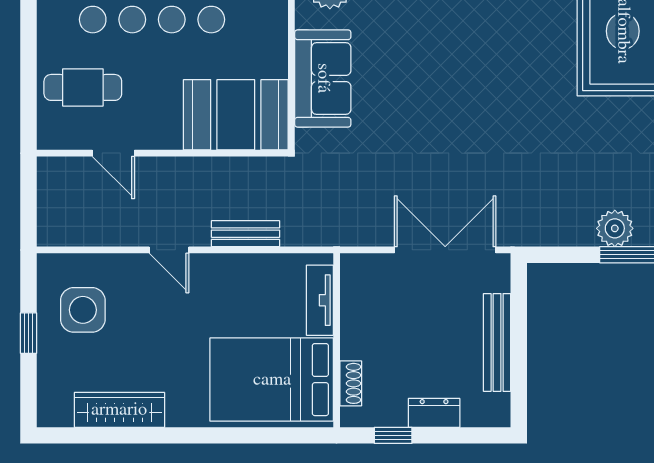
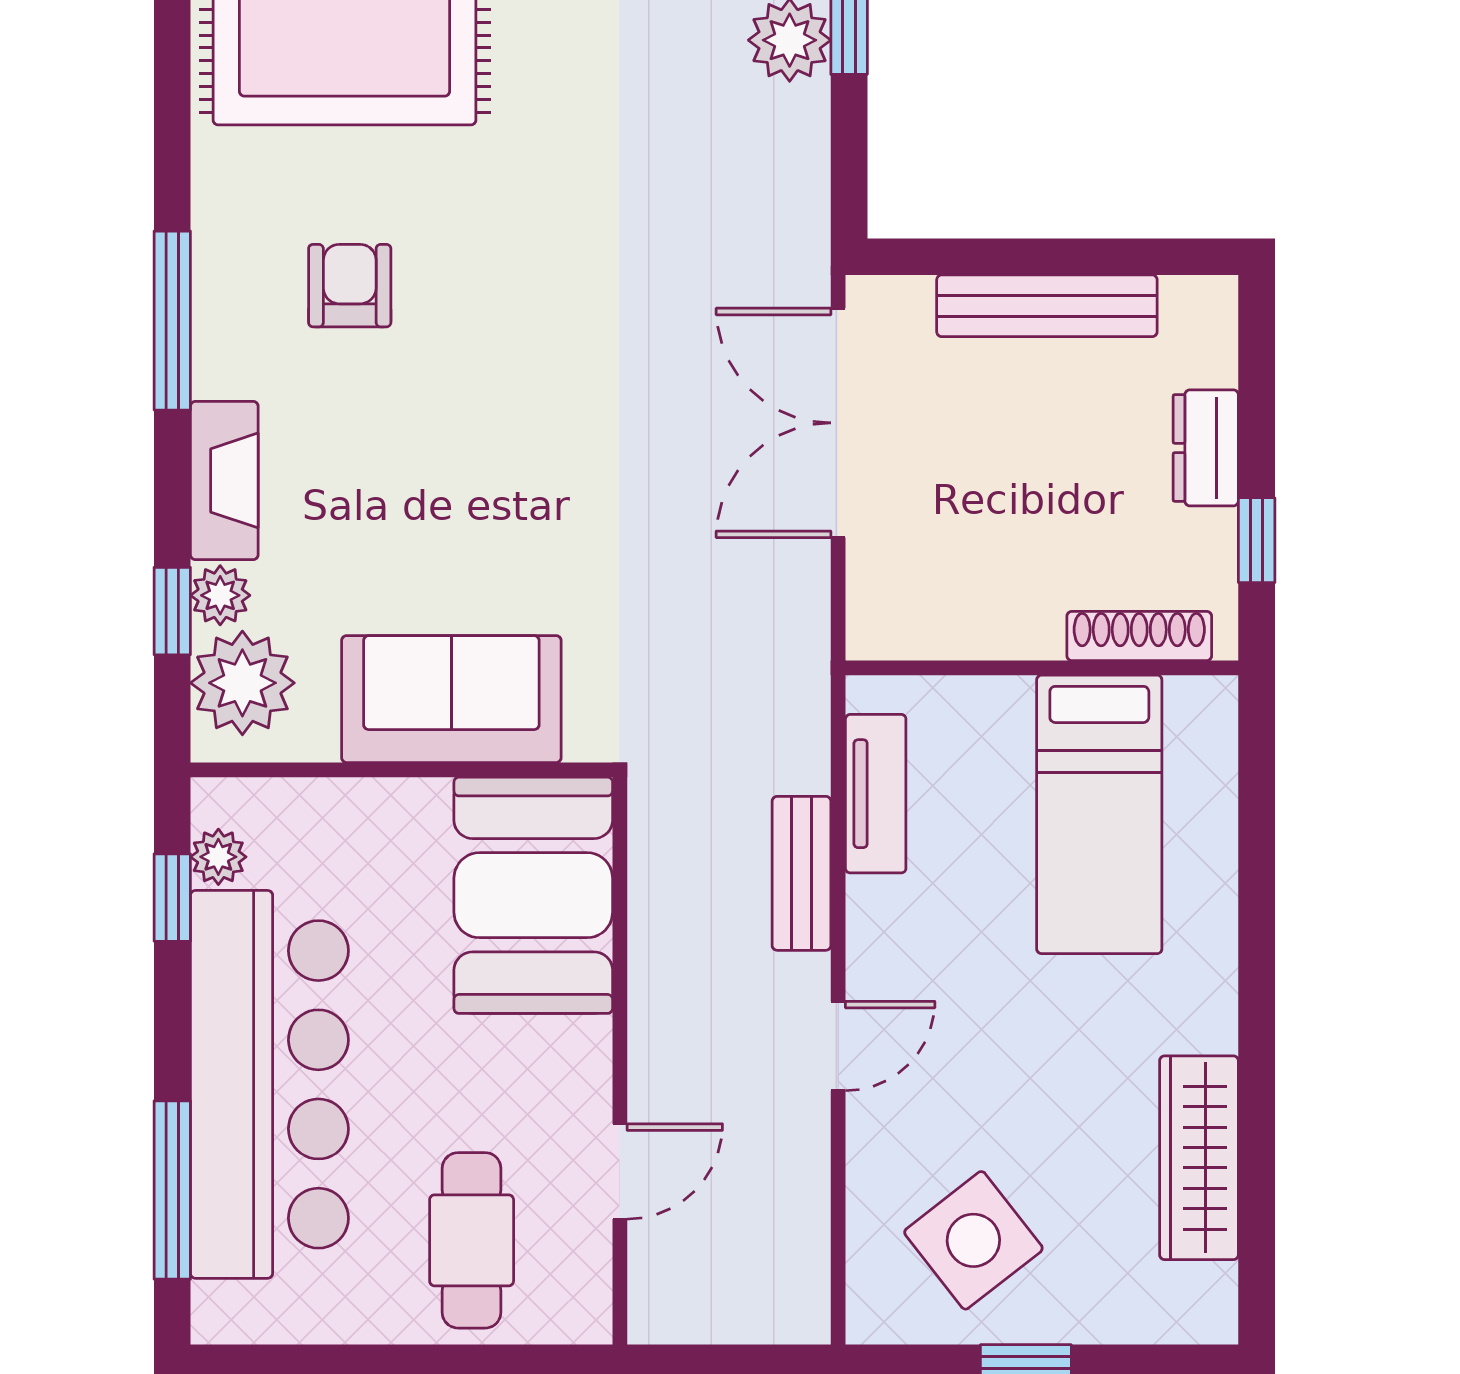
armchair: (506, 33) -> (350, 286), added
tv unit: (320, 300) -> (876, 794), moved, turned -90
side table: (83, 310) -> (973, 1240), turned -38
bed: (272, 380) -> (1099, 814), width x0.67
shoe rack: (351, 383) -> (1139, 636), width x1.43

